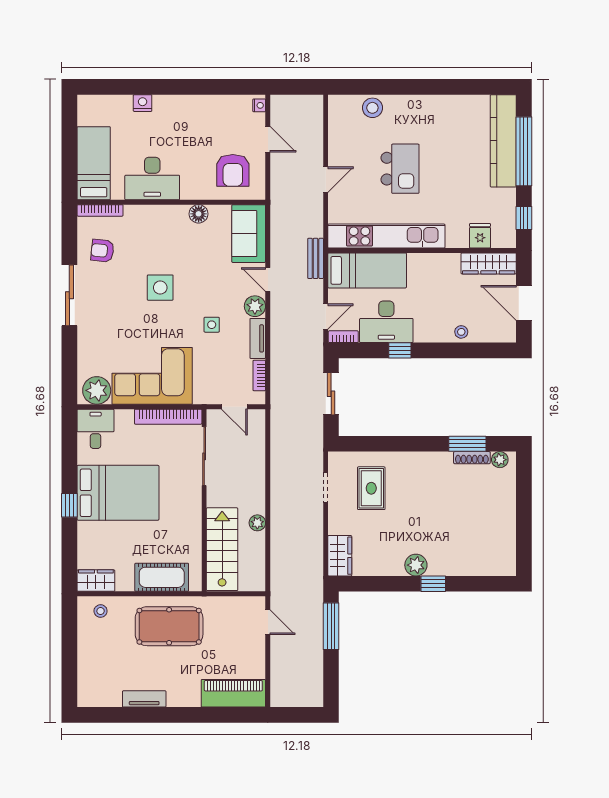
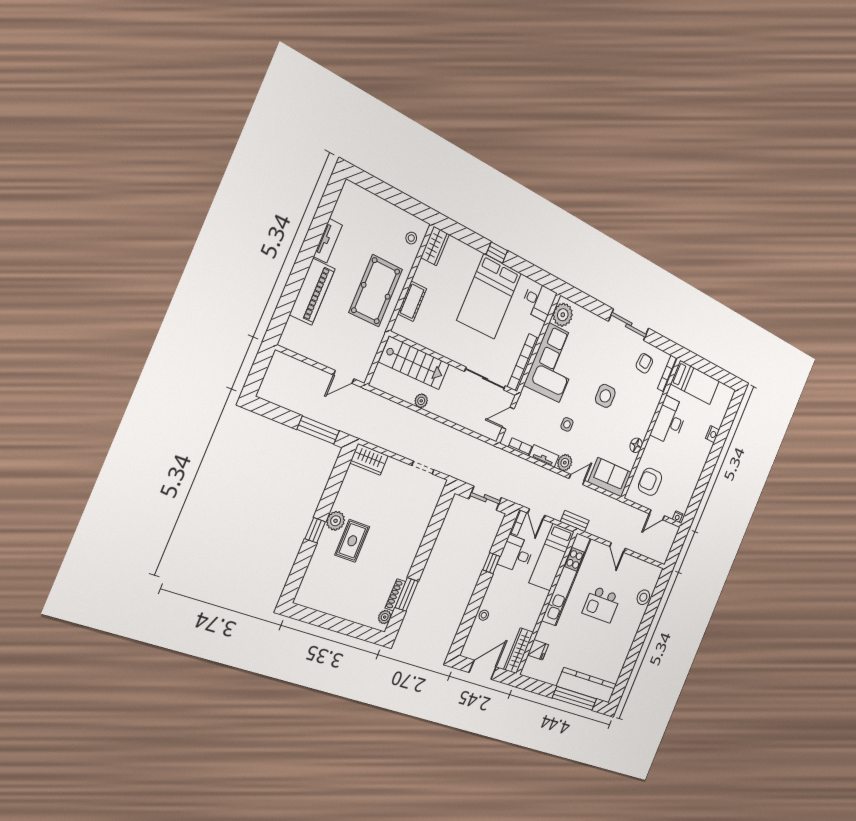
window: (524, 218) -> (535, 686), removed
desk: (386, 322) -> (516, 554), width x0.73
rug: (371, 488) -> (352, 541), moved, turned 90
cot: (162, 577) -> (412, 301), width x0.73, depth x0.75
piano: (233, 693) -> (312, 292), moved

